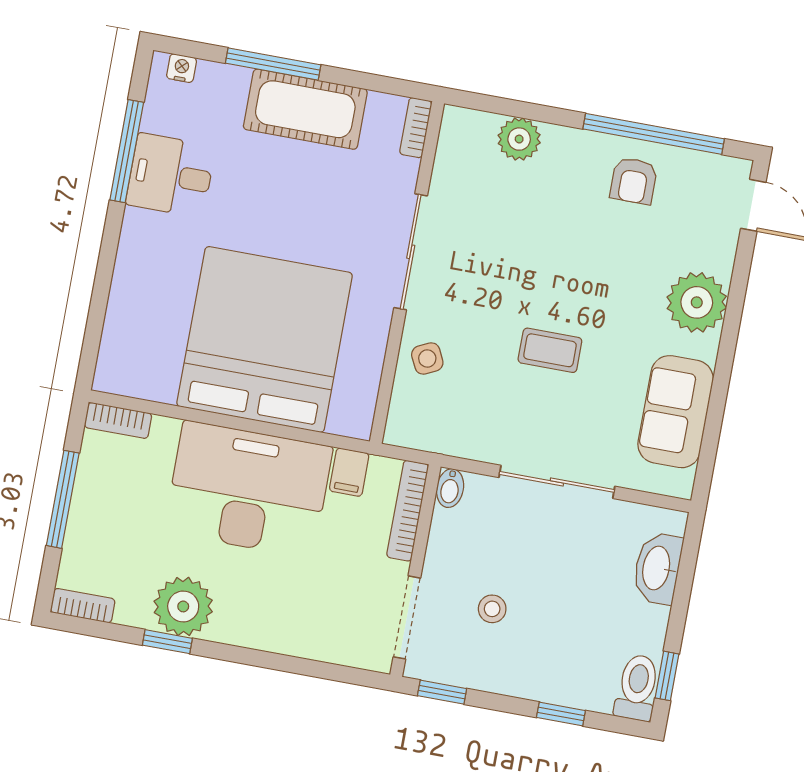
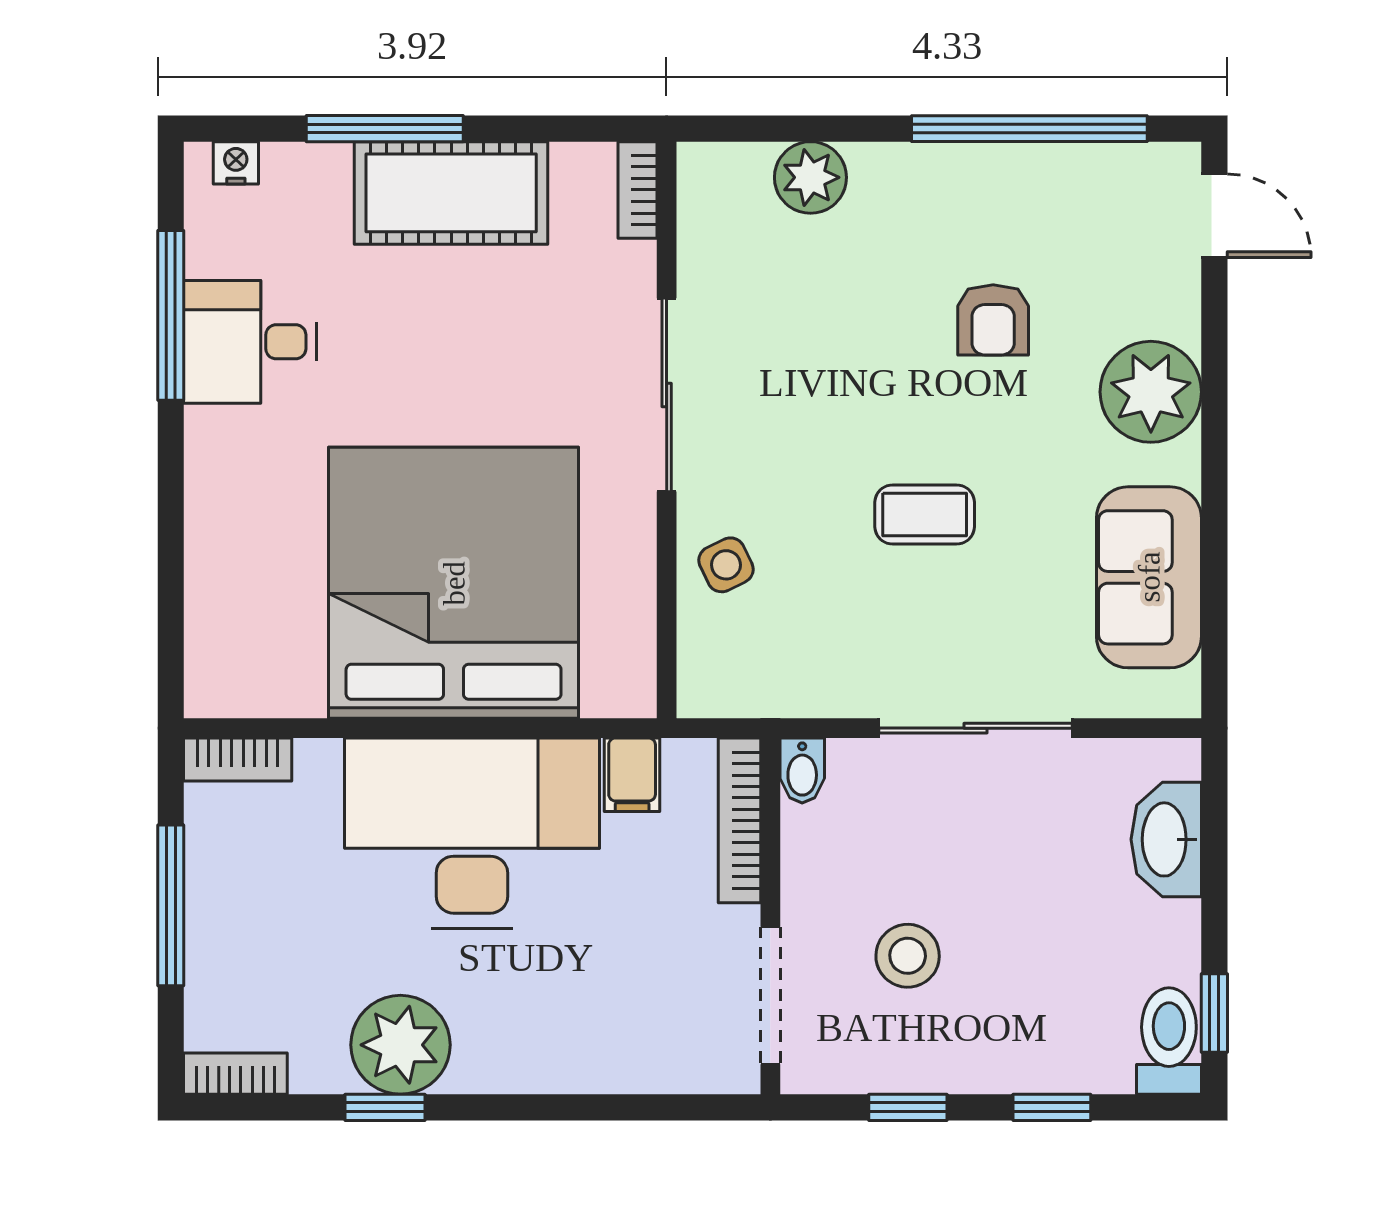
armchair: (634, 181) -> (993, 320), moved
stool: (492, 609) -> (908, 956), width x1.37, depth x1.37
window: (442, 692) -> (908, 1107), moved

